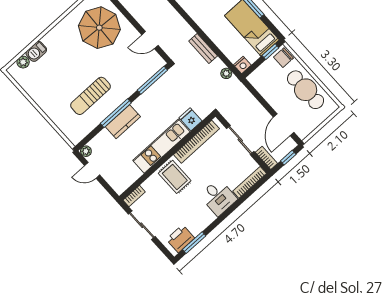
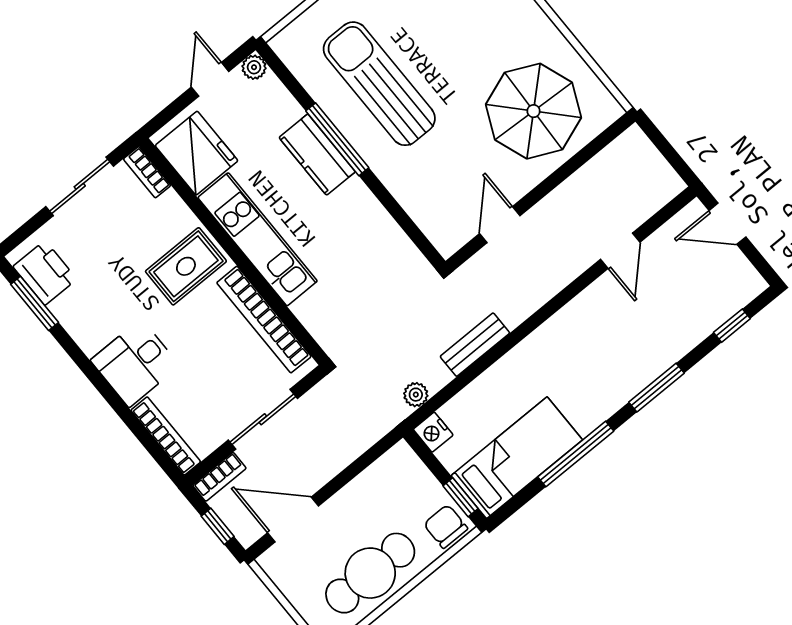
window: (152, 80) -> (408, 226), removed
sun lounger: (91, 96) -> (379, 84), width x1.36, depth x1.34
fridge: (191, 119) -> (197, 153), moved, width x1.88, depth x1.34

